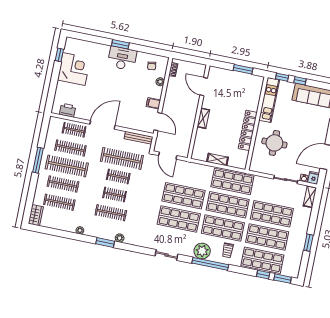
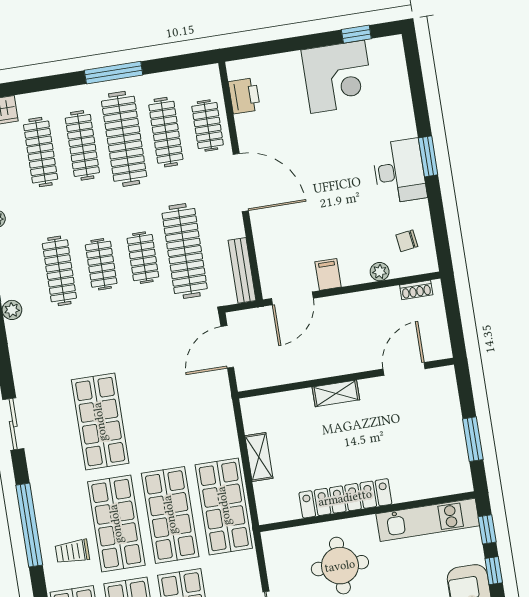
shop shelf: (184, 196) -> (154, 413), removed
plant: (202, 251) -> (50, 497), removed

